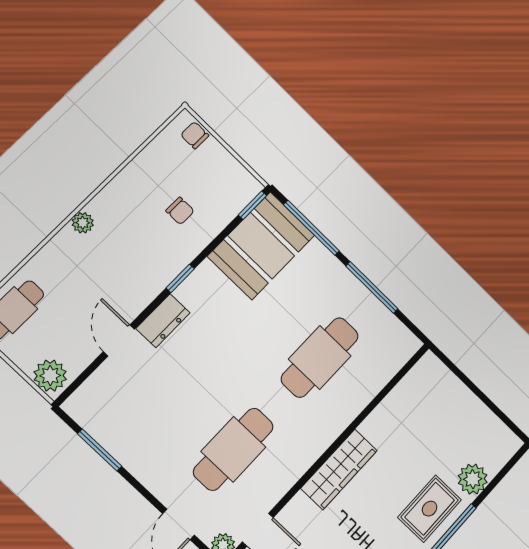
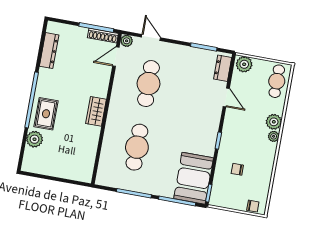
plant: (66, 246) -> (274, 122), added
dresser: (163, 321) -> (223, 68), moved
wardrobe: (339, 469) -> (96, 111), width x0.67

